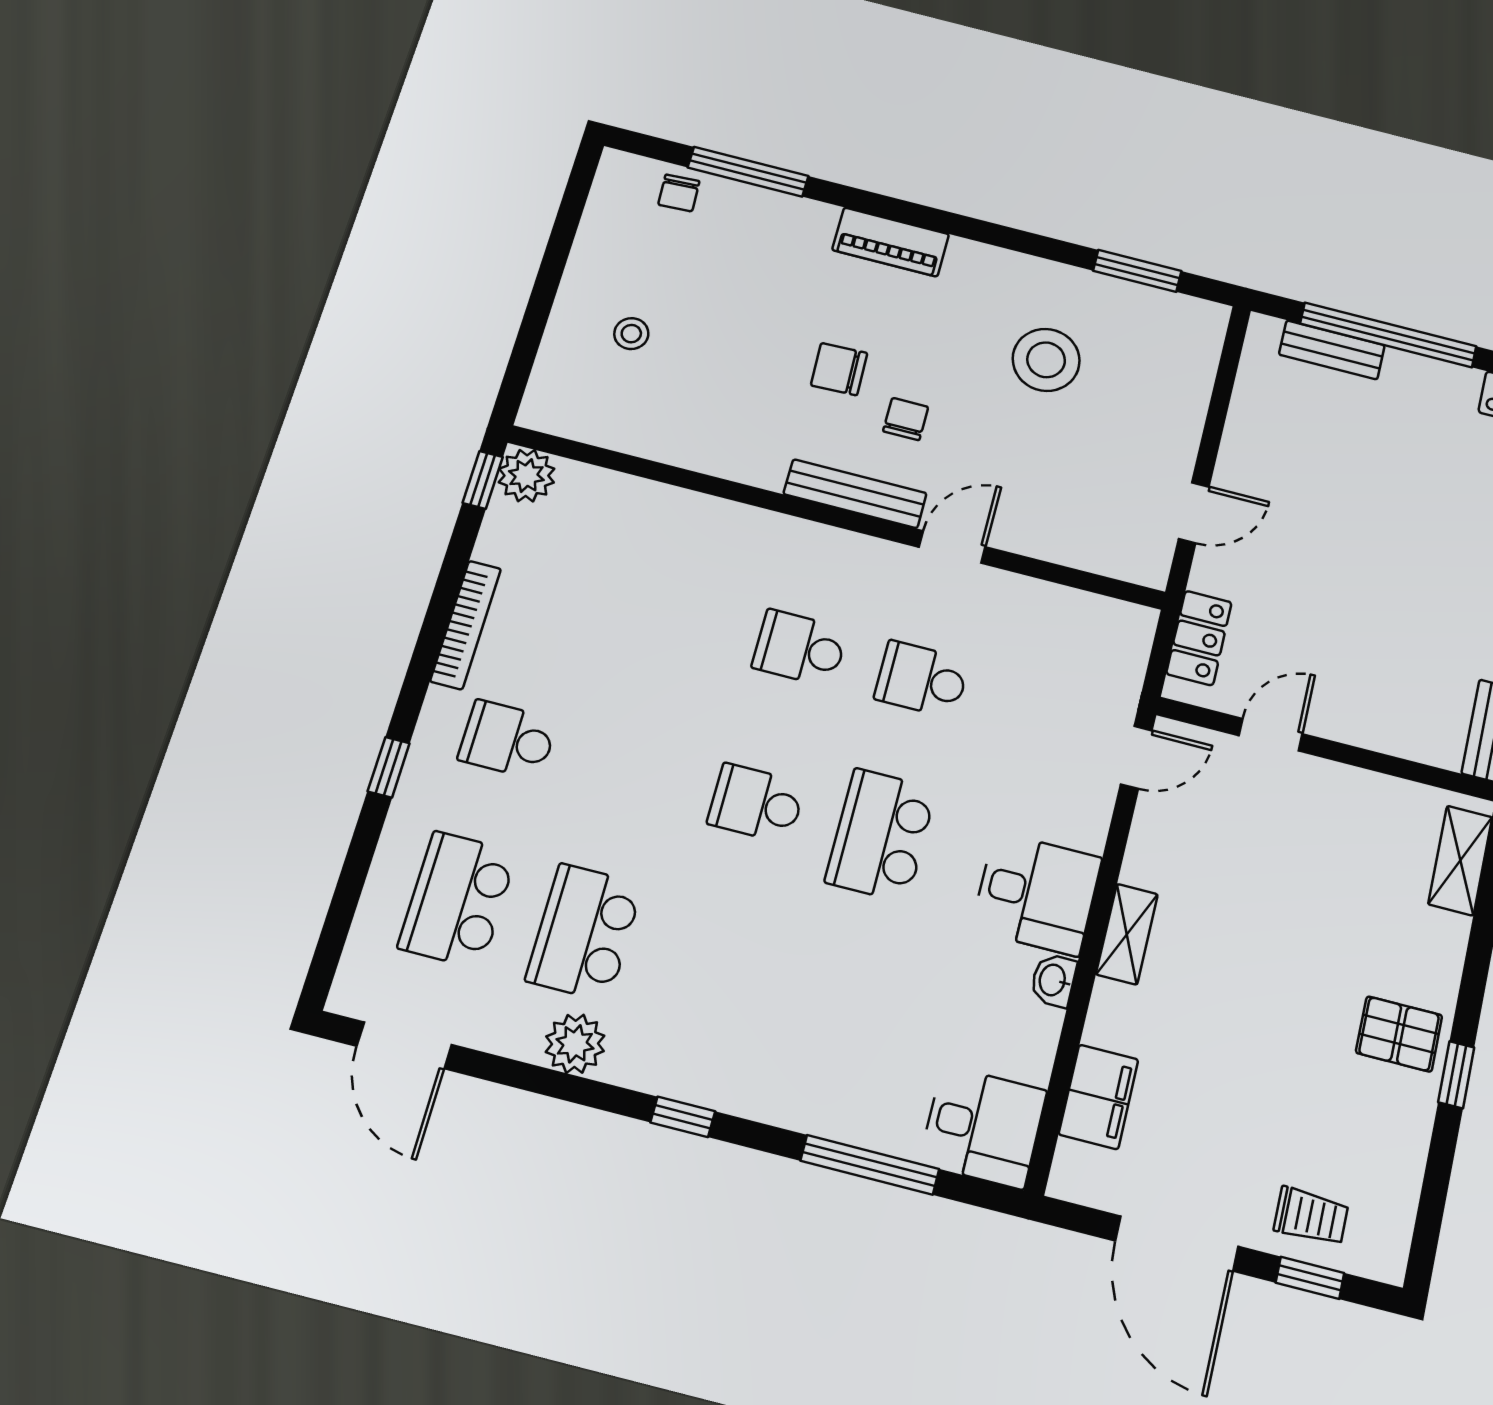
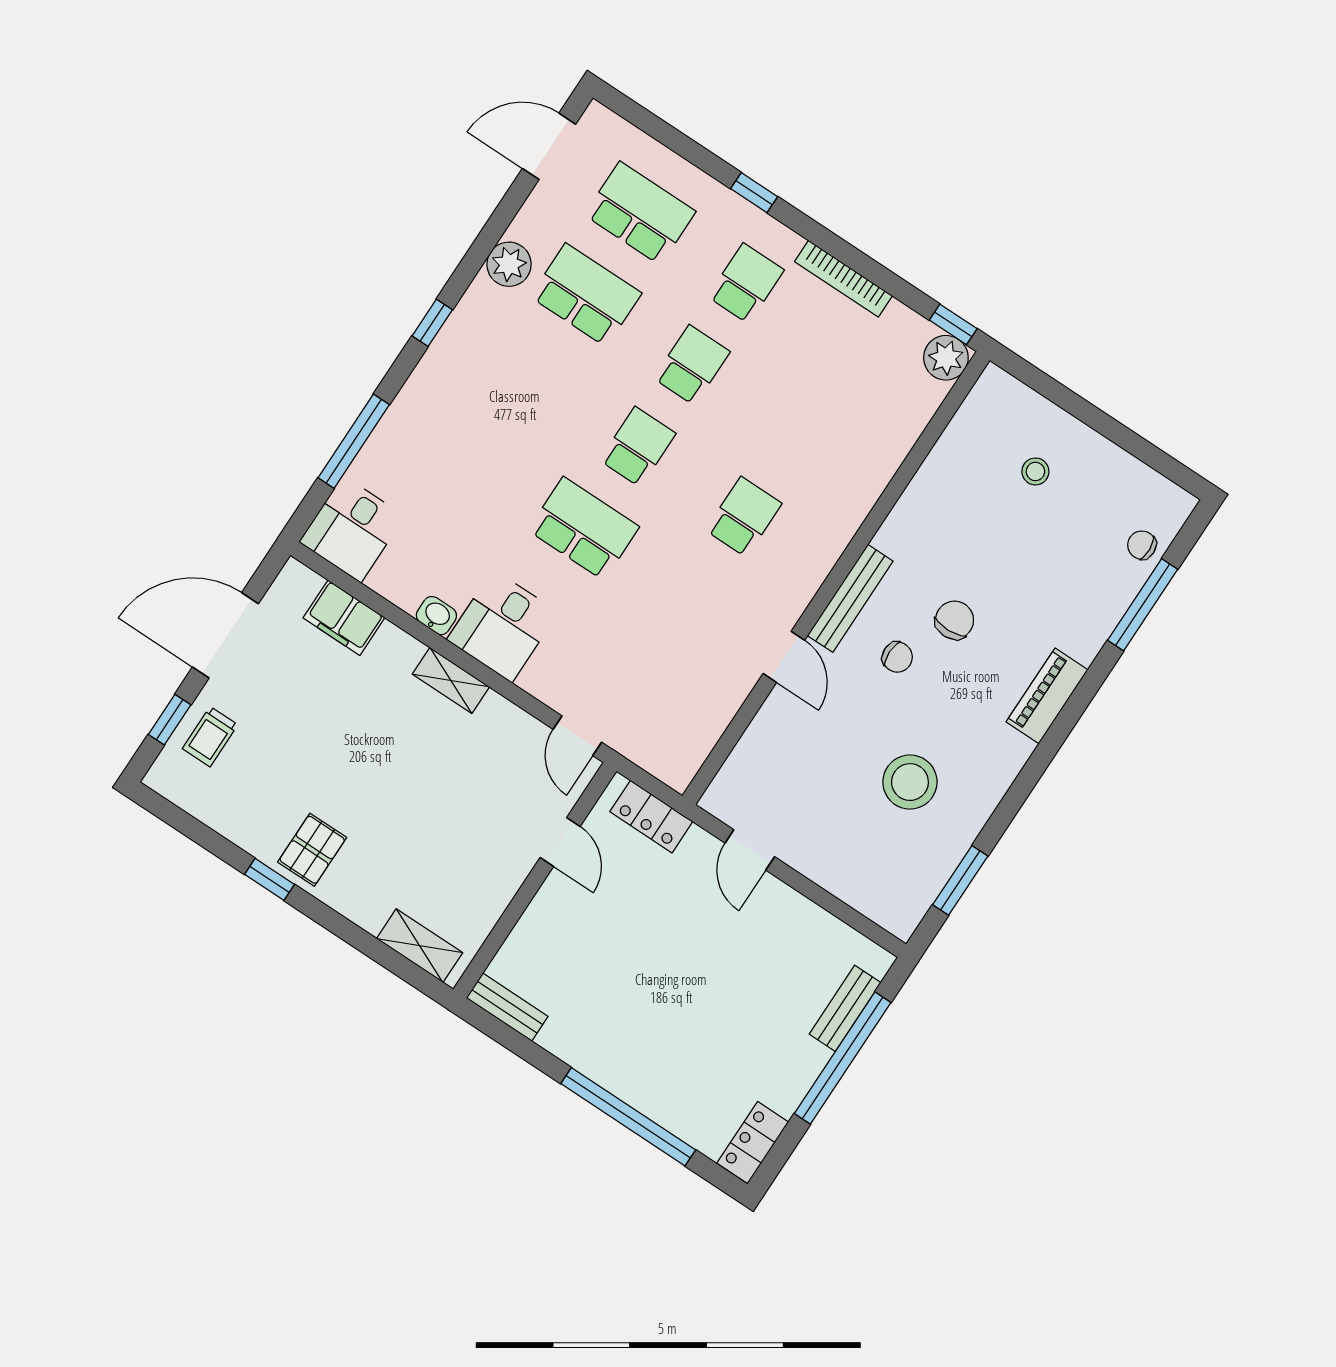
school desk: (922, 679) -> (692, 365), moved

